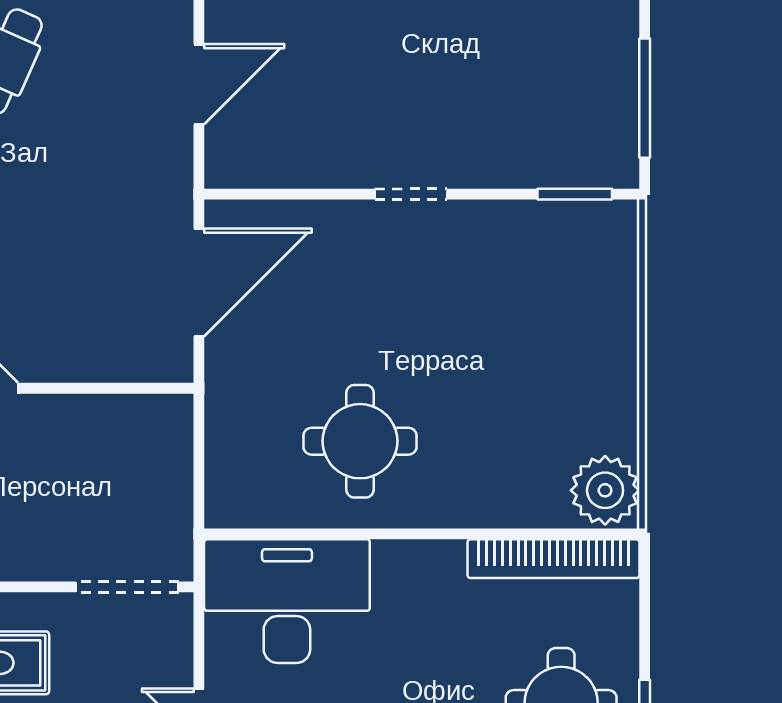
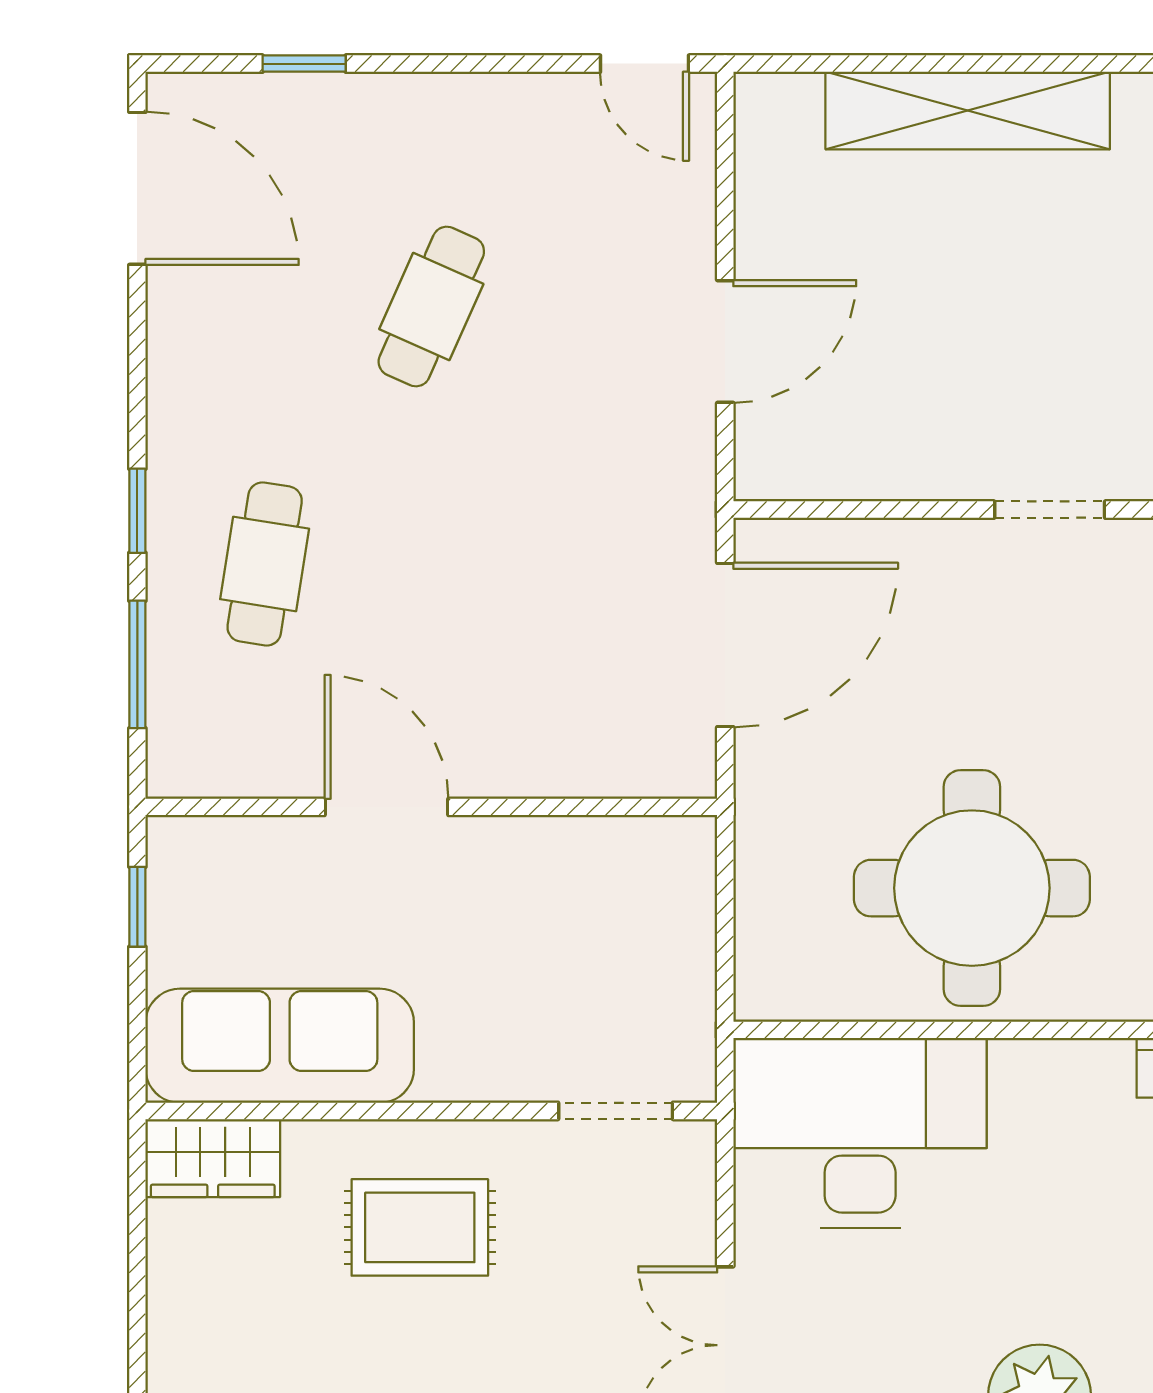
round table: (360, 441) -> (972, 888), width x1.36, depth x1.36
doorway: (127, 587) -> (616, 1111), width x0.73

